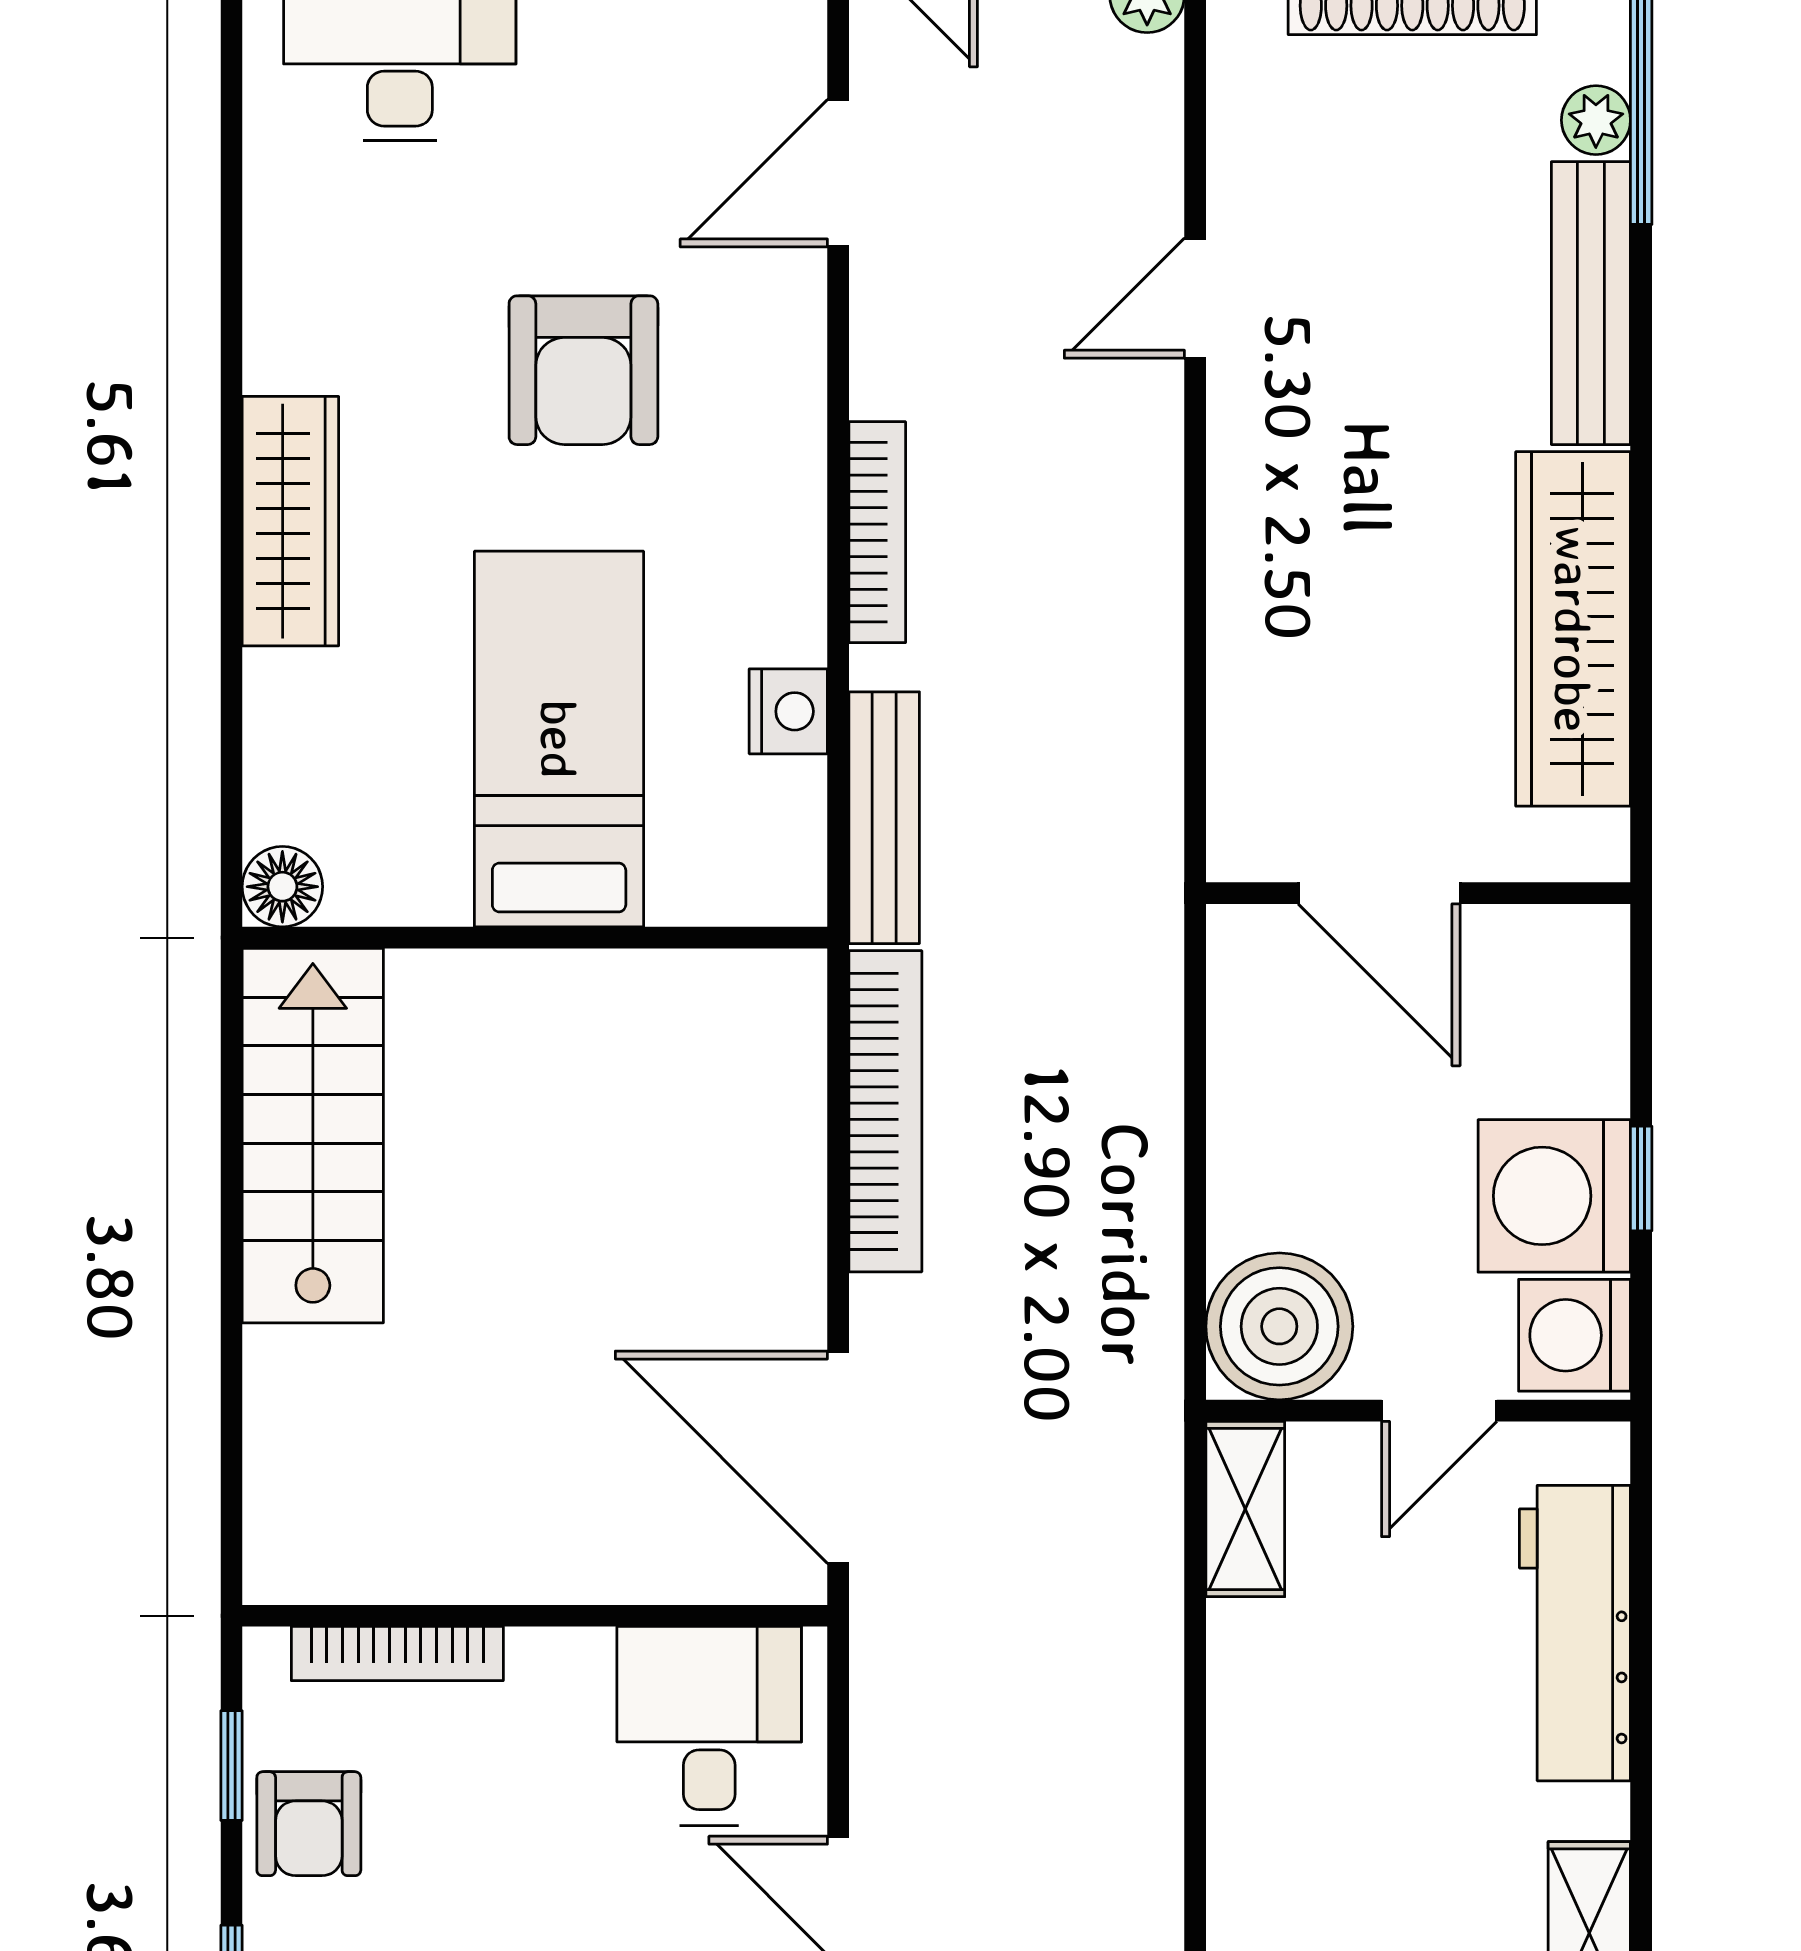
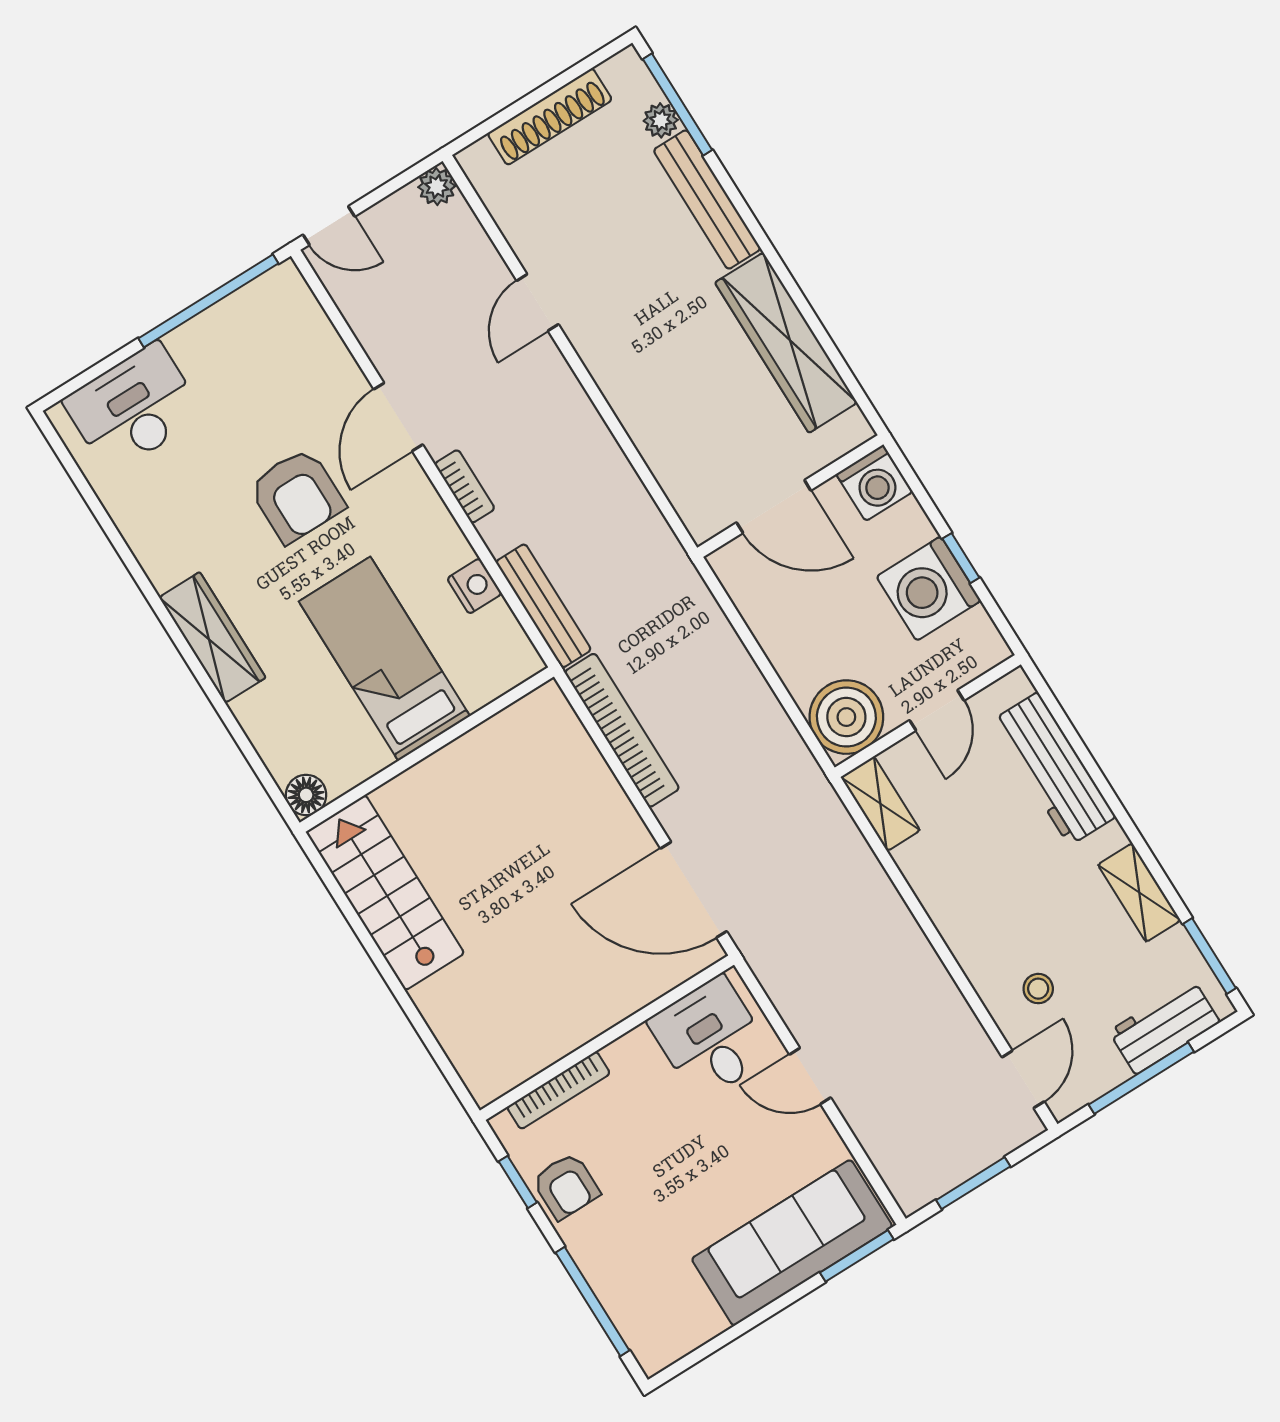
door: (838, 173) -> (398, 417), moved
bookcase: (877, 532) -> (465, 486), width x0.64
washing machine: (1575, 1335) -> (874, 483), moved, turned -90

